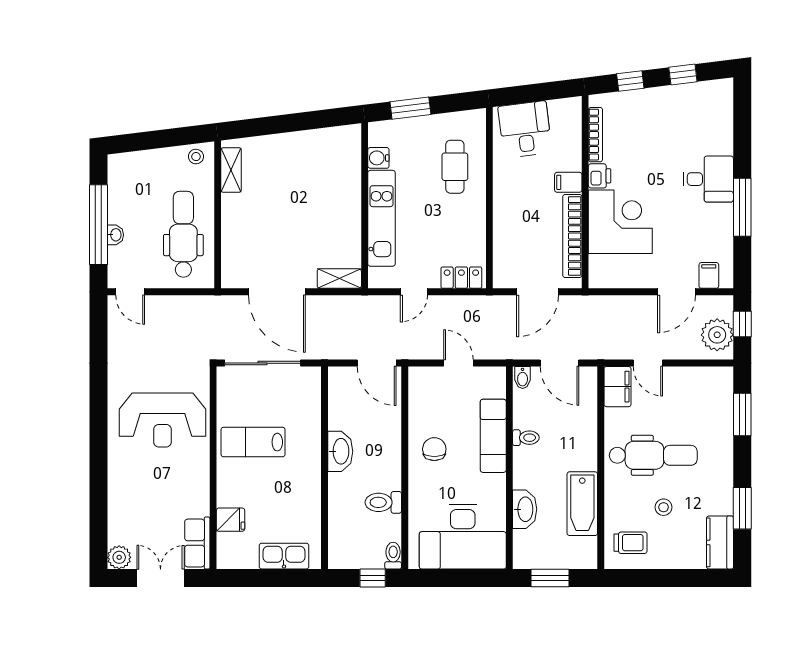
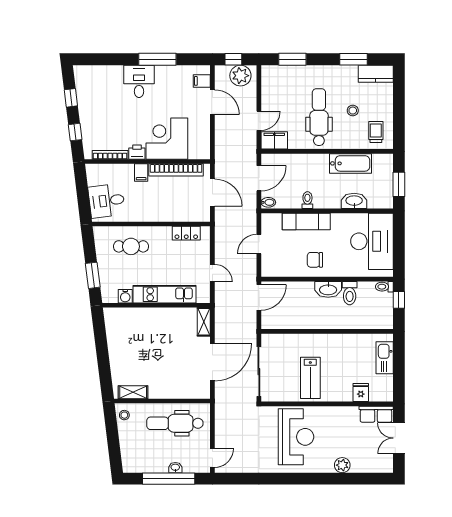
locker: (461, 278) -> (186, 233), moved, turned -90
washbasin: (340, 451) -> (328, 289), moved, turned 180
plant: (119, 557) -> (342, 465), moved

